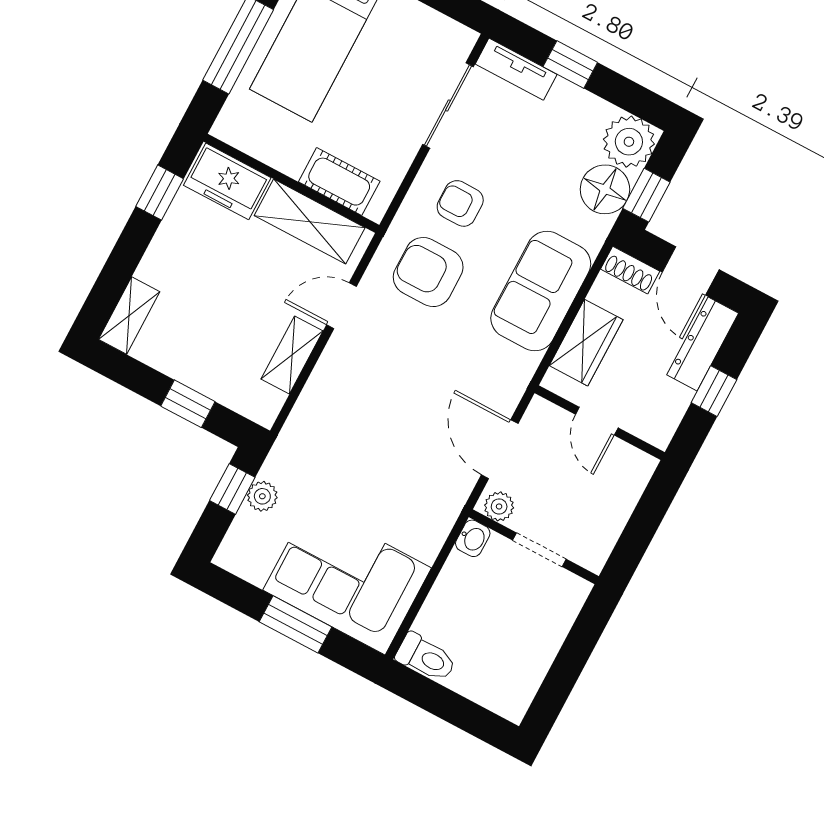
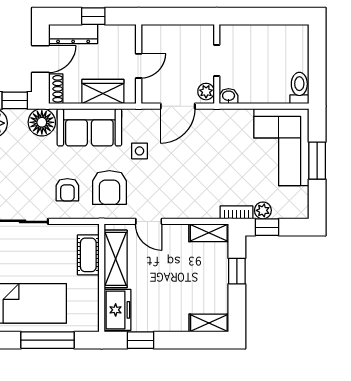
floor lamp: (605, 189) -> (42, 122), moved
side table: (461, 351) -> (140, 151), added
shelving: (292, 355) -> (209, 233), moved
bookcase: (282, 453) -> (236, 212), added

